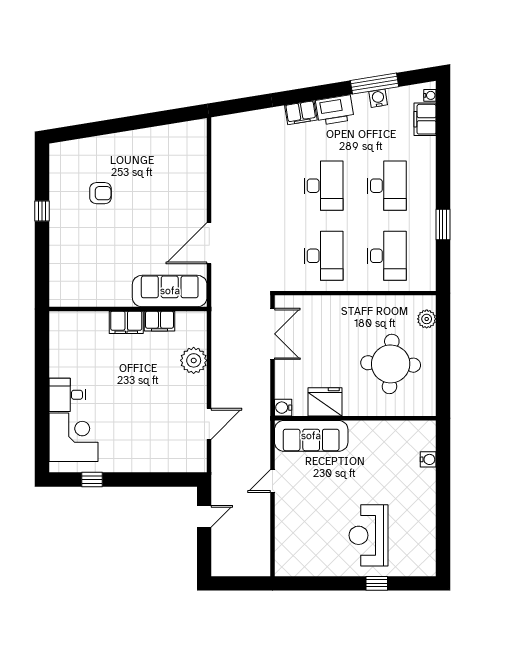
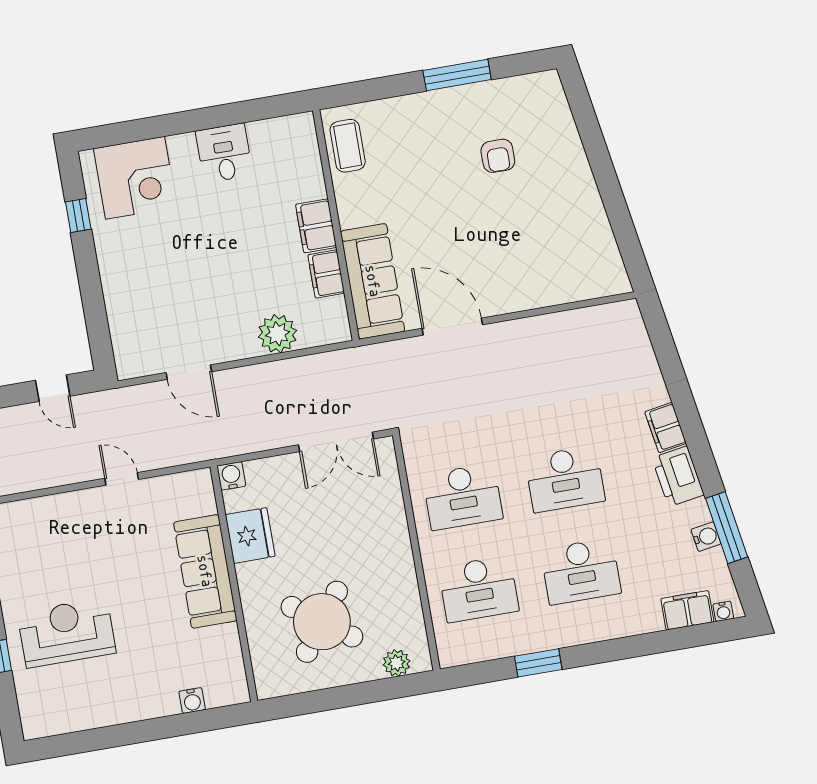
window: (42, 211) -> (457, 75), width x2.17
coffee table: (77, 292) -> (348, 146), added
round table: (391, 364) -> (322, 622), turned 33
desk: (67, 395) -> (224, 153), moved
sofa: (311, 436) -> (205, 571), moved

